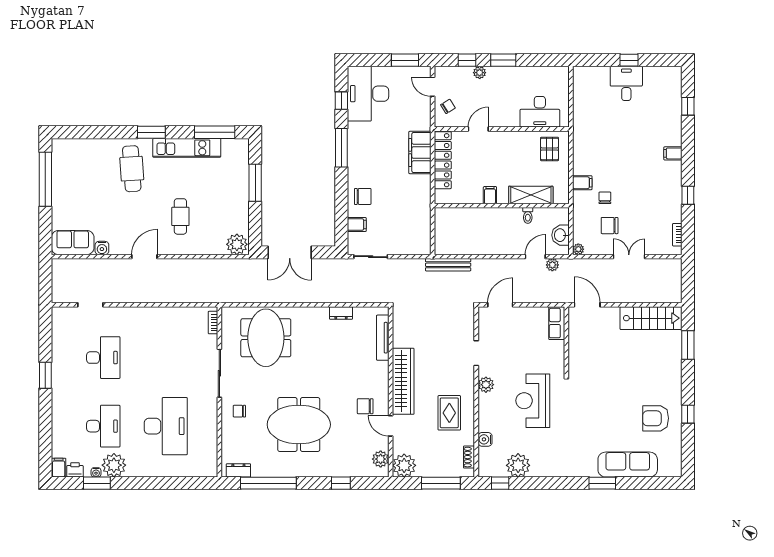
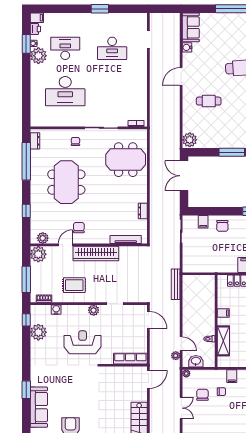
door: (144, 257) -> (181, 77), swing flipped
row of seats: (557, 323) -> (130, 359), width x1.48
desk: (103, 426) -> (65, 48), turned 180

